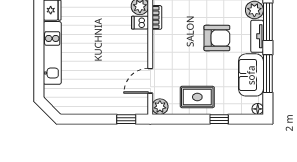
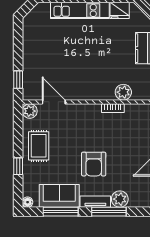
dishwasher: (140, 23) -> (108, 92), removed

